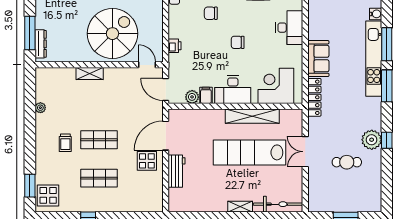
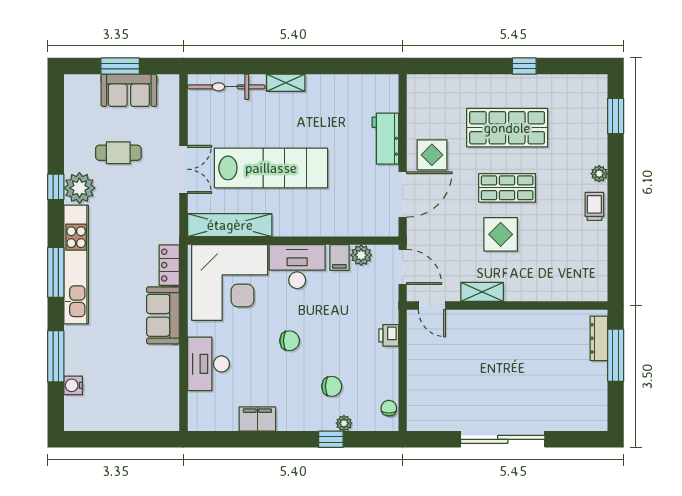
spiral stairs: (112, 34) -> (486, 355), removed
window: (387, 44) -> (56, 356), moved
kitchen unit: (374, 59) -> (76, 264), moved
shelving: (90, 74) -> (482, 292), moved
corner desk: (276, 86) -> (230, 283), width x1.36, depth x1.36
locker: (314, 97) -> (169, 265), width x0.66
plant: (40, 108) -> (599, 174), moved
shelving: (252, 116) -> (230, 225), moved
trolley: (65, 143) -> (594, 206), moved
shop shelf: (99, 178) -> (507, 128), width x1.43, depth x1.36
display table: (48, 195) -> (501, 234), moved
sofa: (340, 202) -> (129, 90), added

